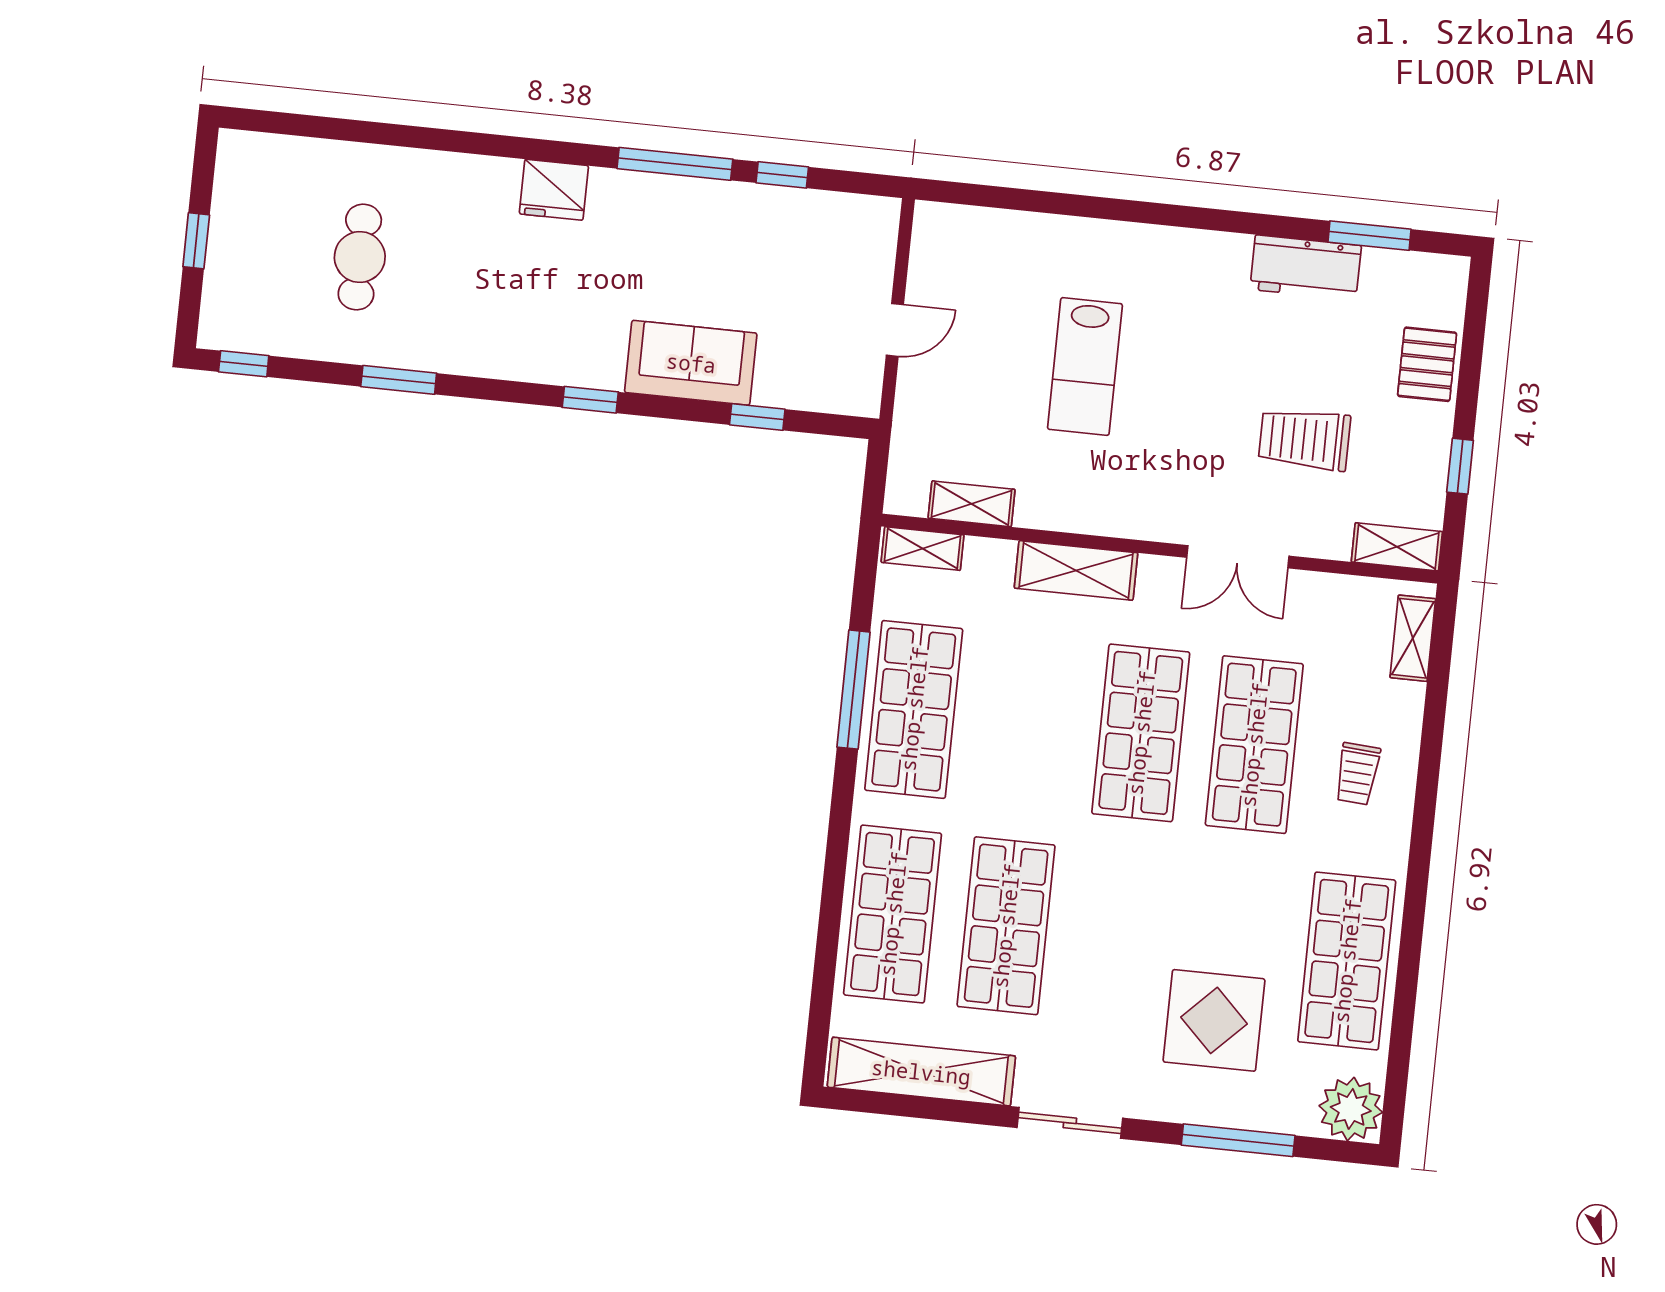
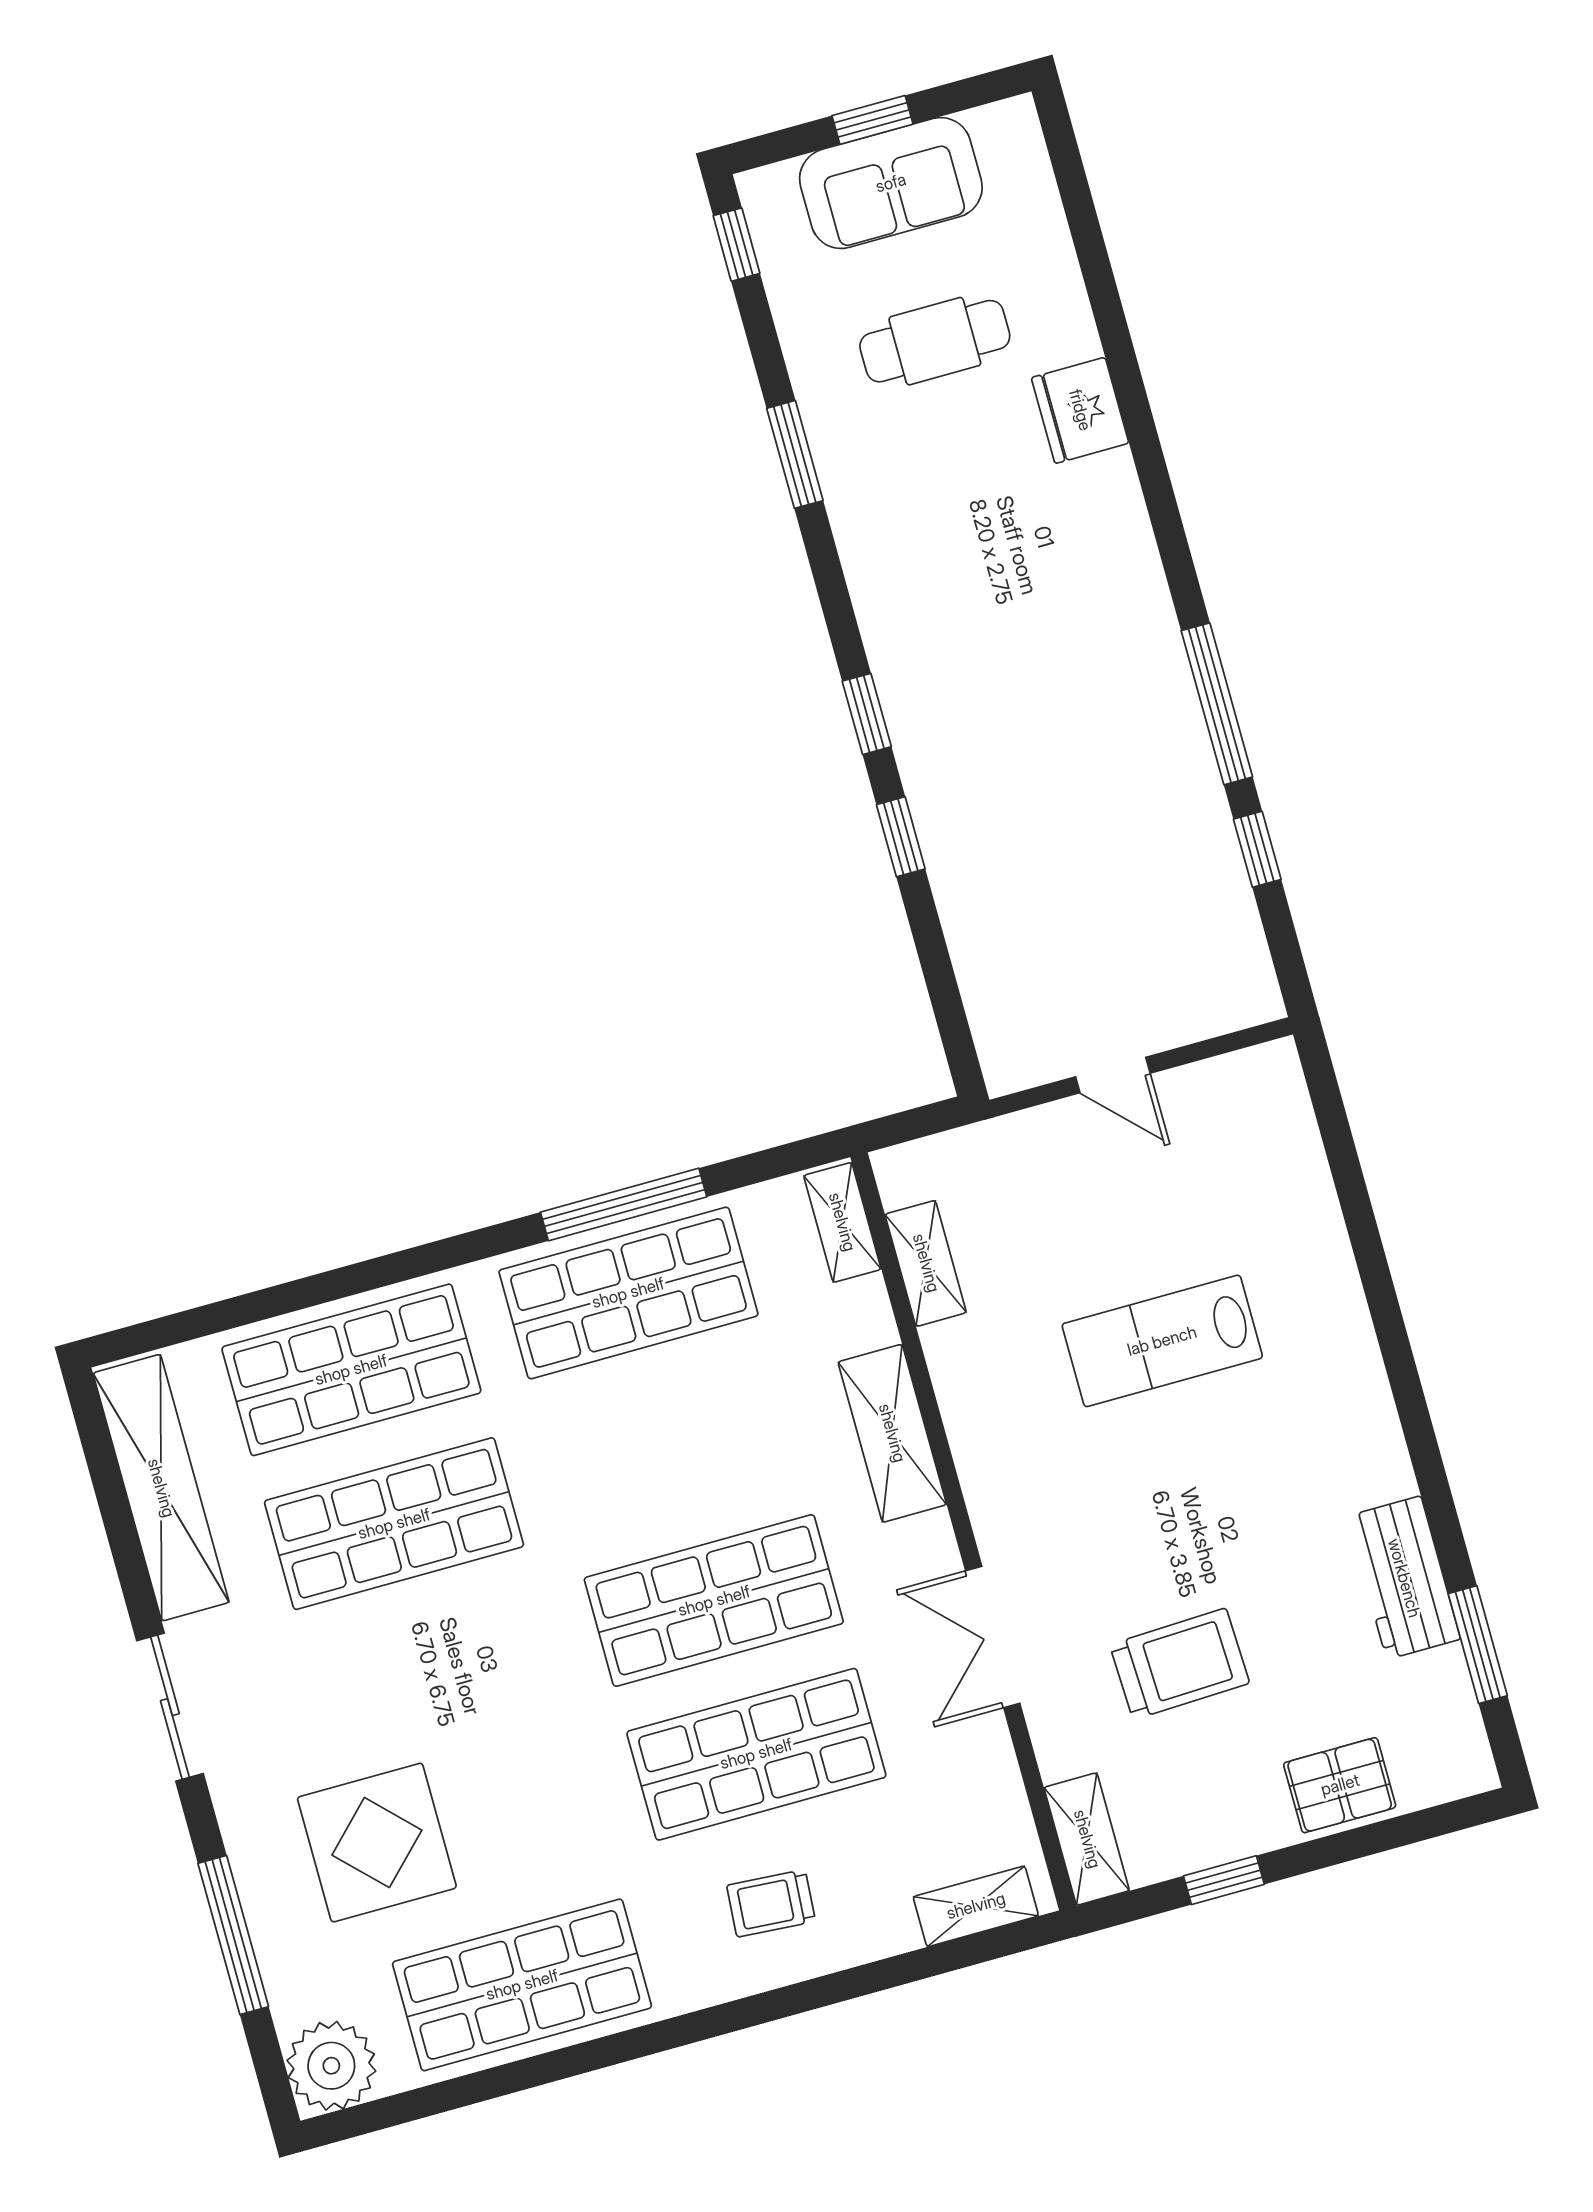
fridge: (554, 190) -> (1080, 410), moved
sofa: (691, 363) -> (891, 183), moved, turned 90
window: (757, 417) -> (901, 837), moved
trolley: (1304, 439) -> (1180, 1664), turned 88

